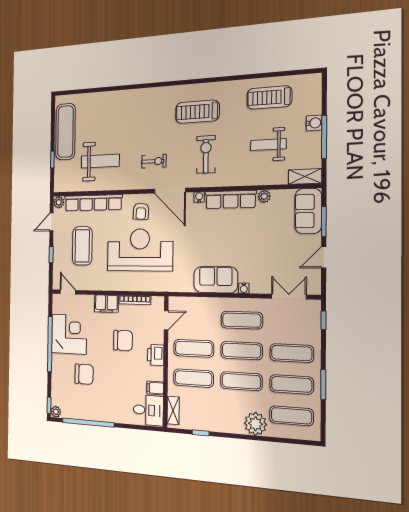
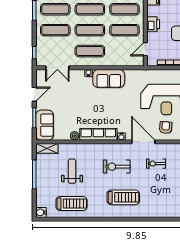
water cooler: (314, 123) -> (41, 212), moved
weight bench: (268, 145) -> (72, 171), turned -90
exercise bike: (206, 154) -> (117, 167), turned 90

